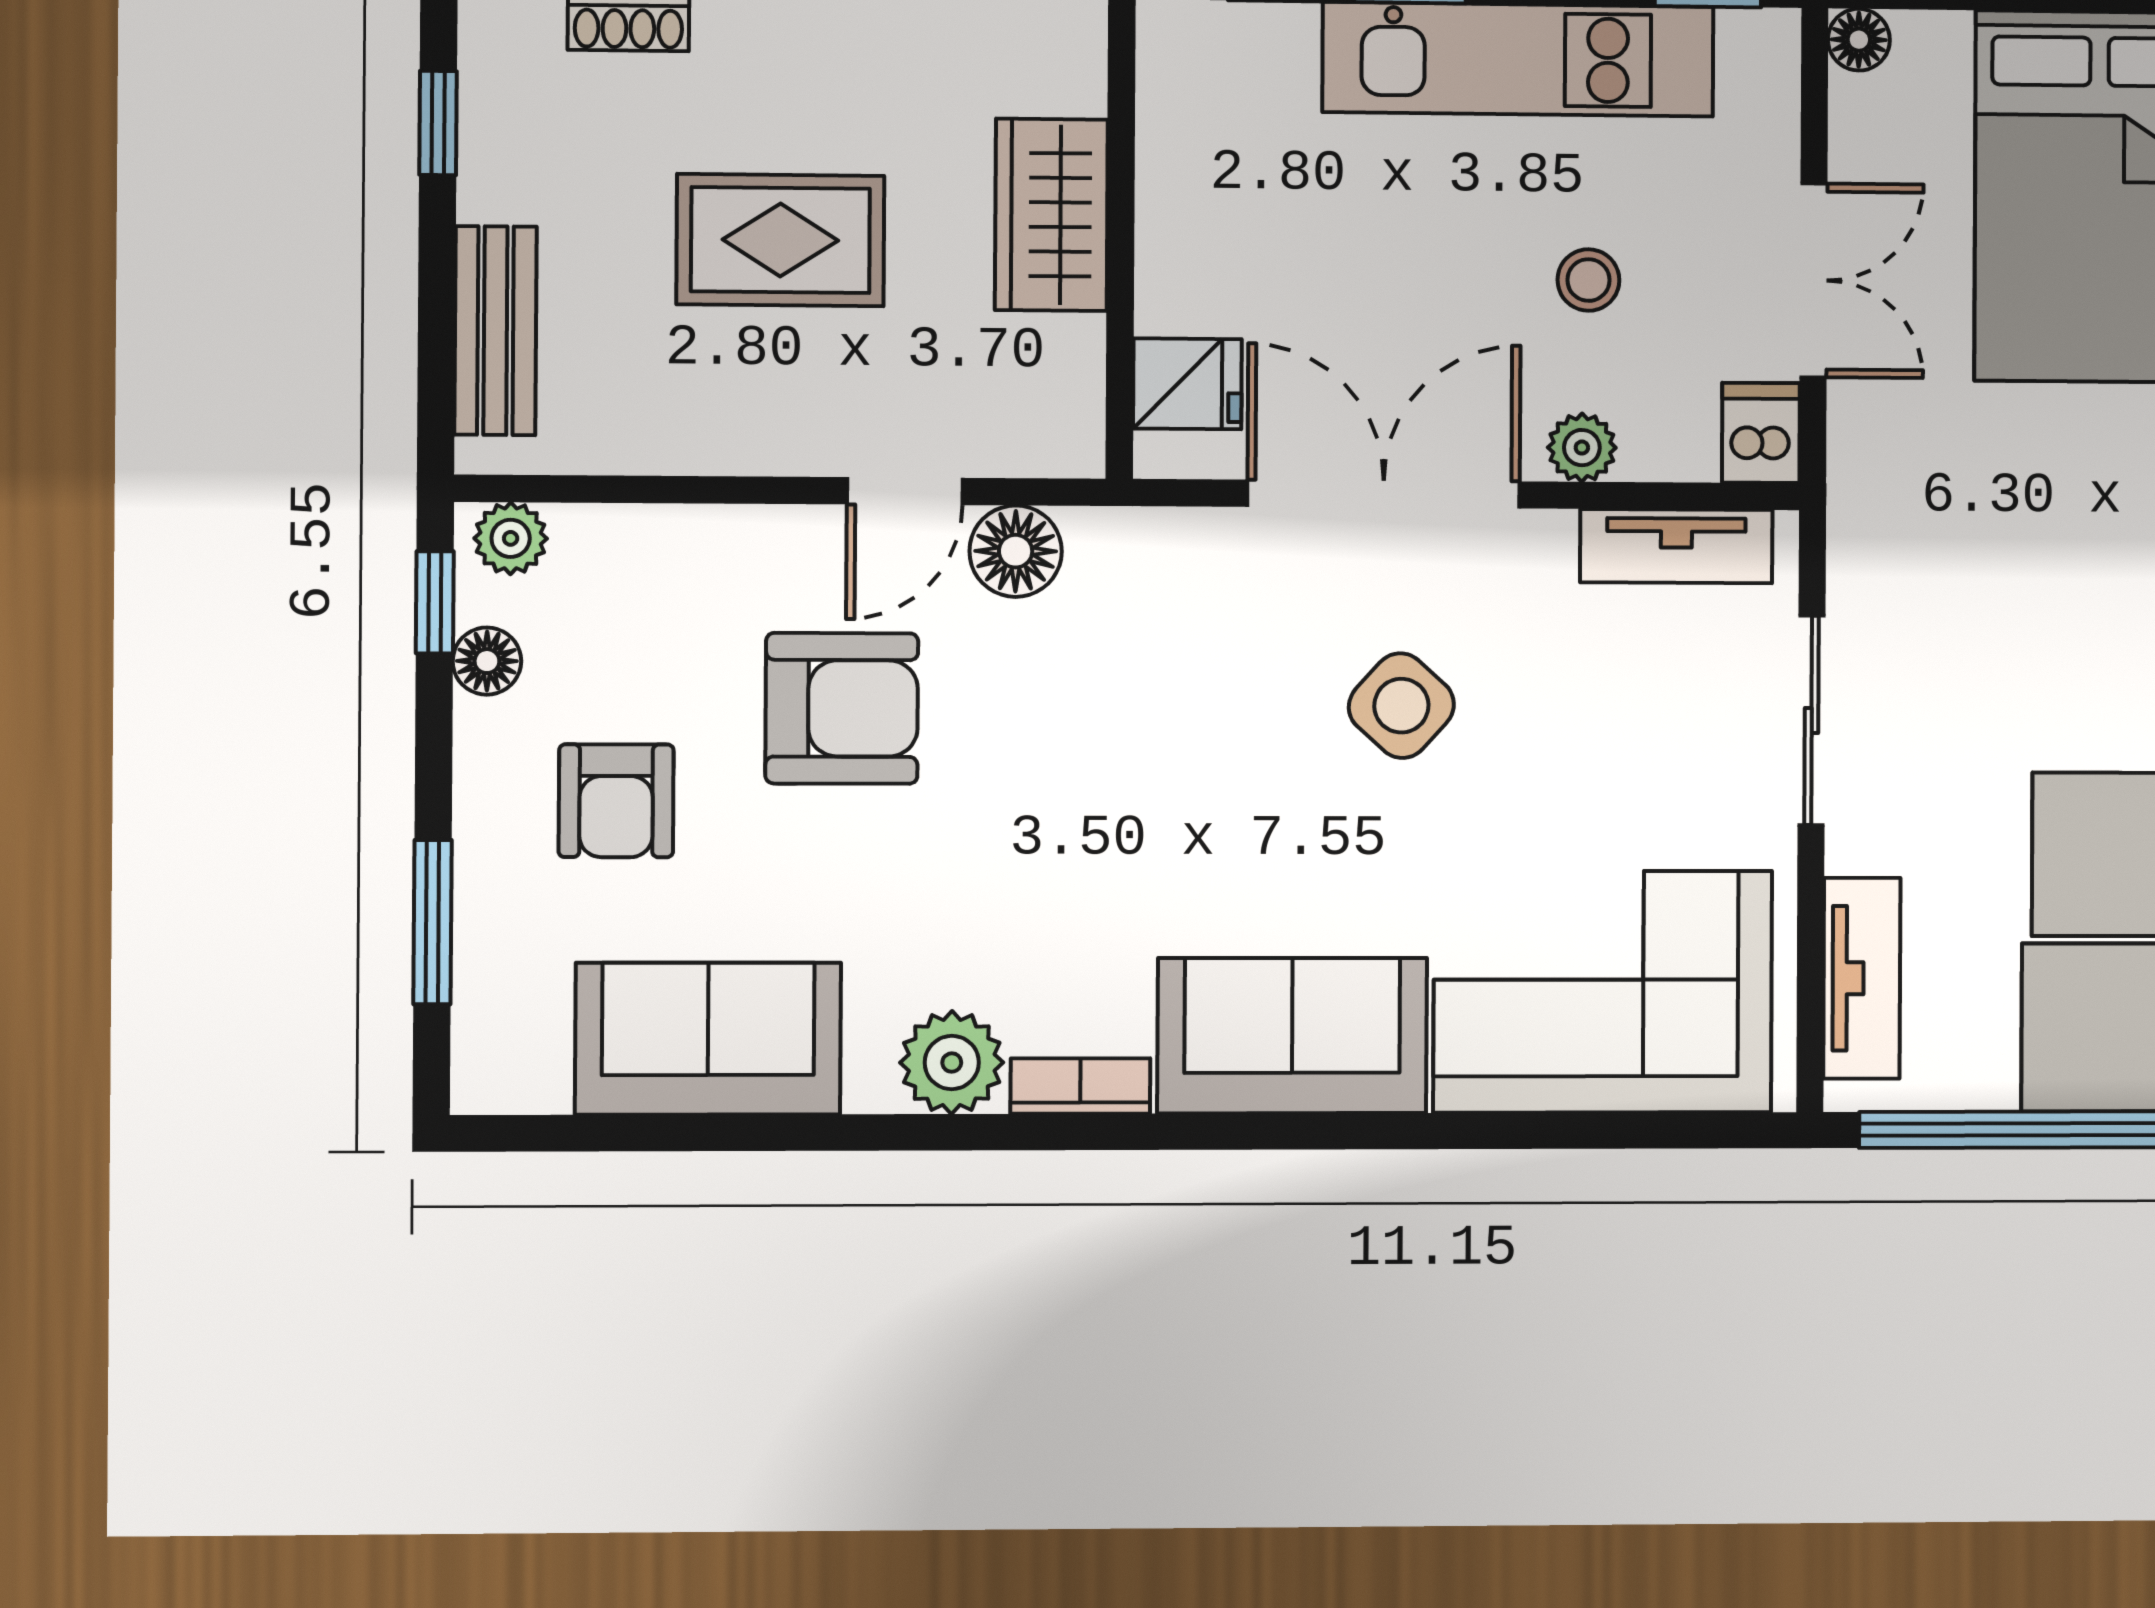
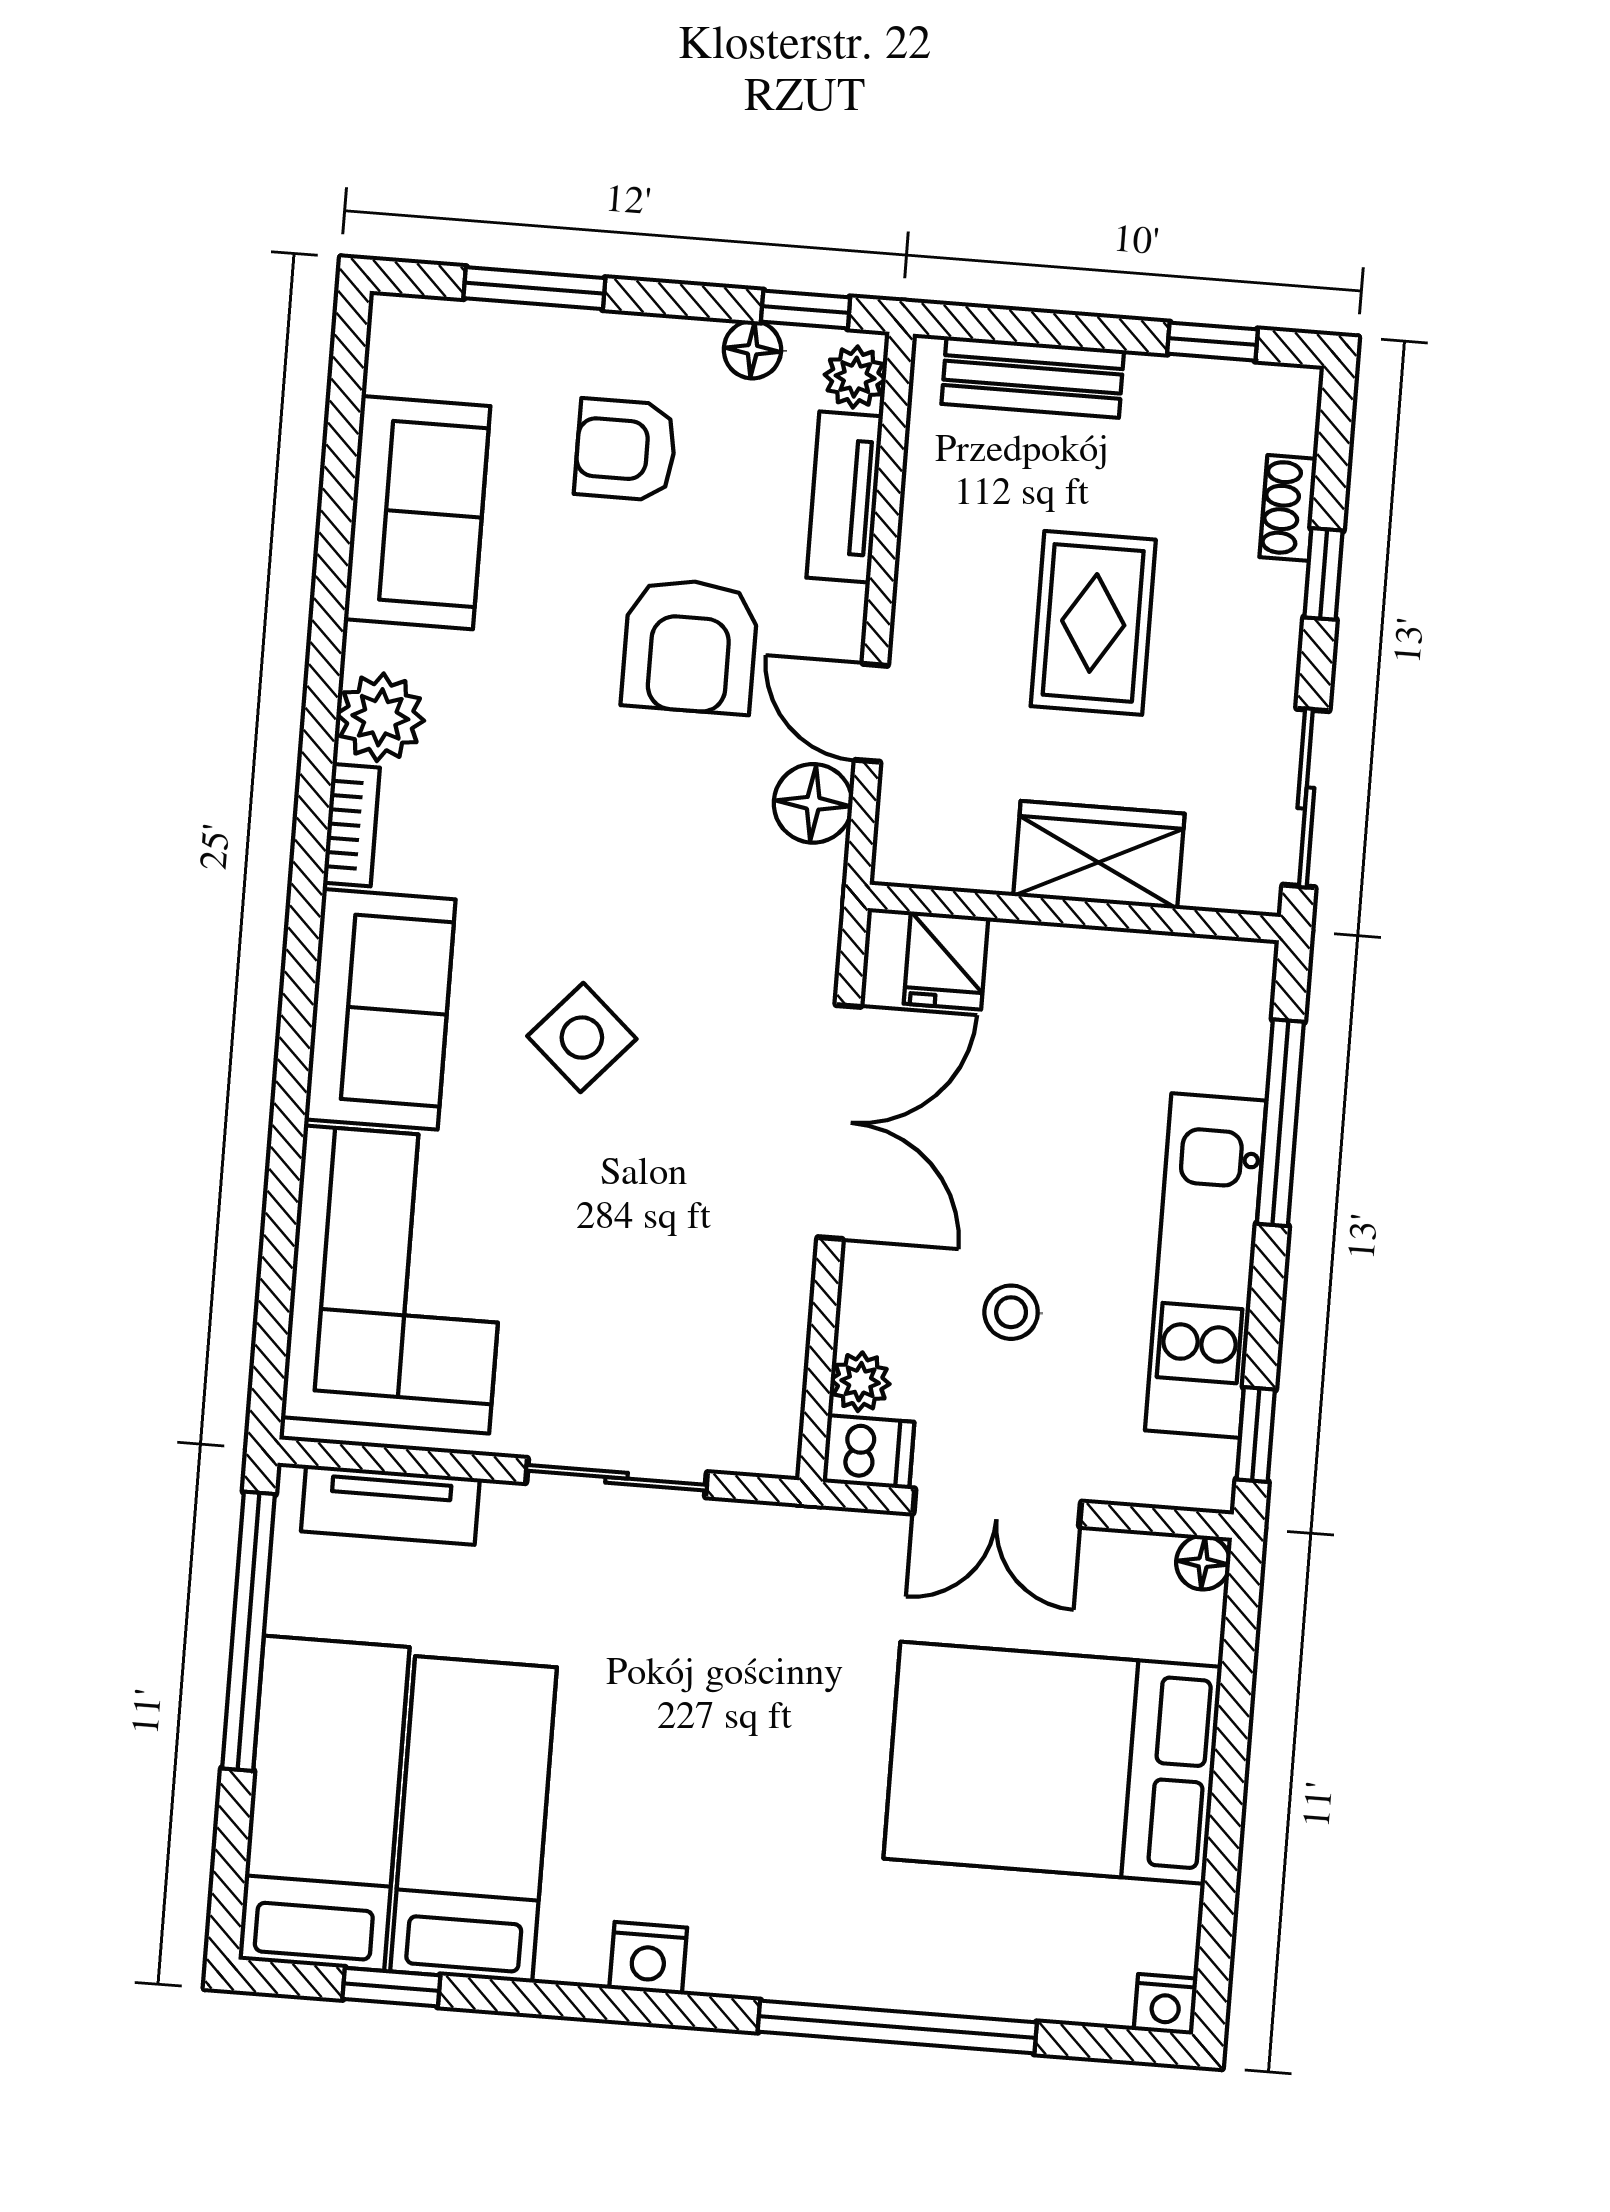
plant: (1582, 448) -> (860, 1382), moved
tv unit: (1676, 546) -> (845, 497), moved
side table: (1401, 706) -> (582, 1038), moved

